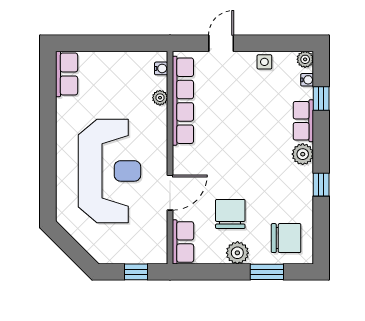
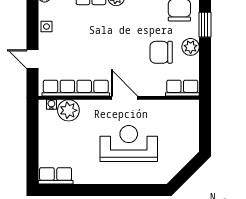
plant: (160, 98) -> (68, 110), width x1.88, depth x1.88
reception desk: (109, 171) -> (129, 143), width x0.74, depth x0.77
door: (170, 193) -> (124, 98), moved
window: (136, 272) -> (205, 123), removed

